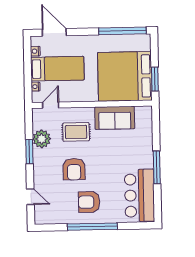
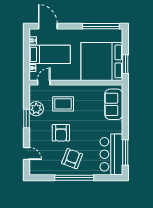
sofa: (115, 118) -> (114, 104), moved, turned 90
window: (157, 167) -> (125, 153), moved
armchair: (89, 202) -> (72, 159), turned 111

